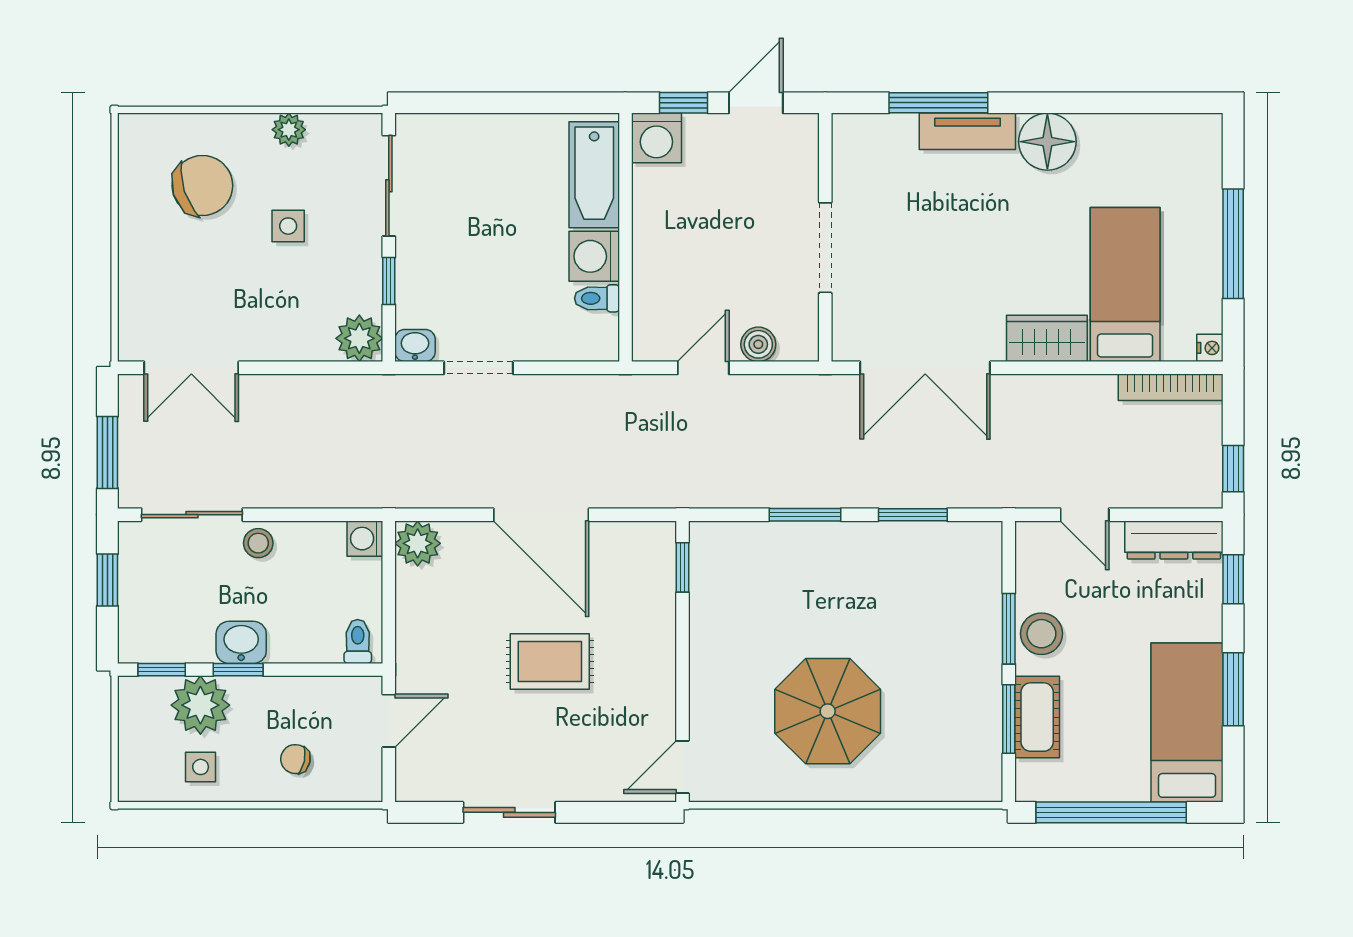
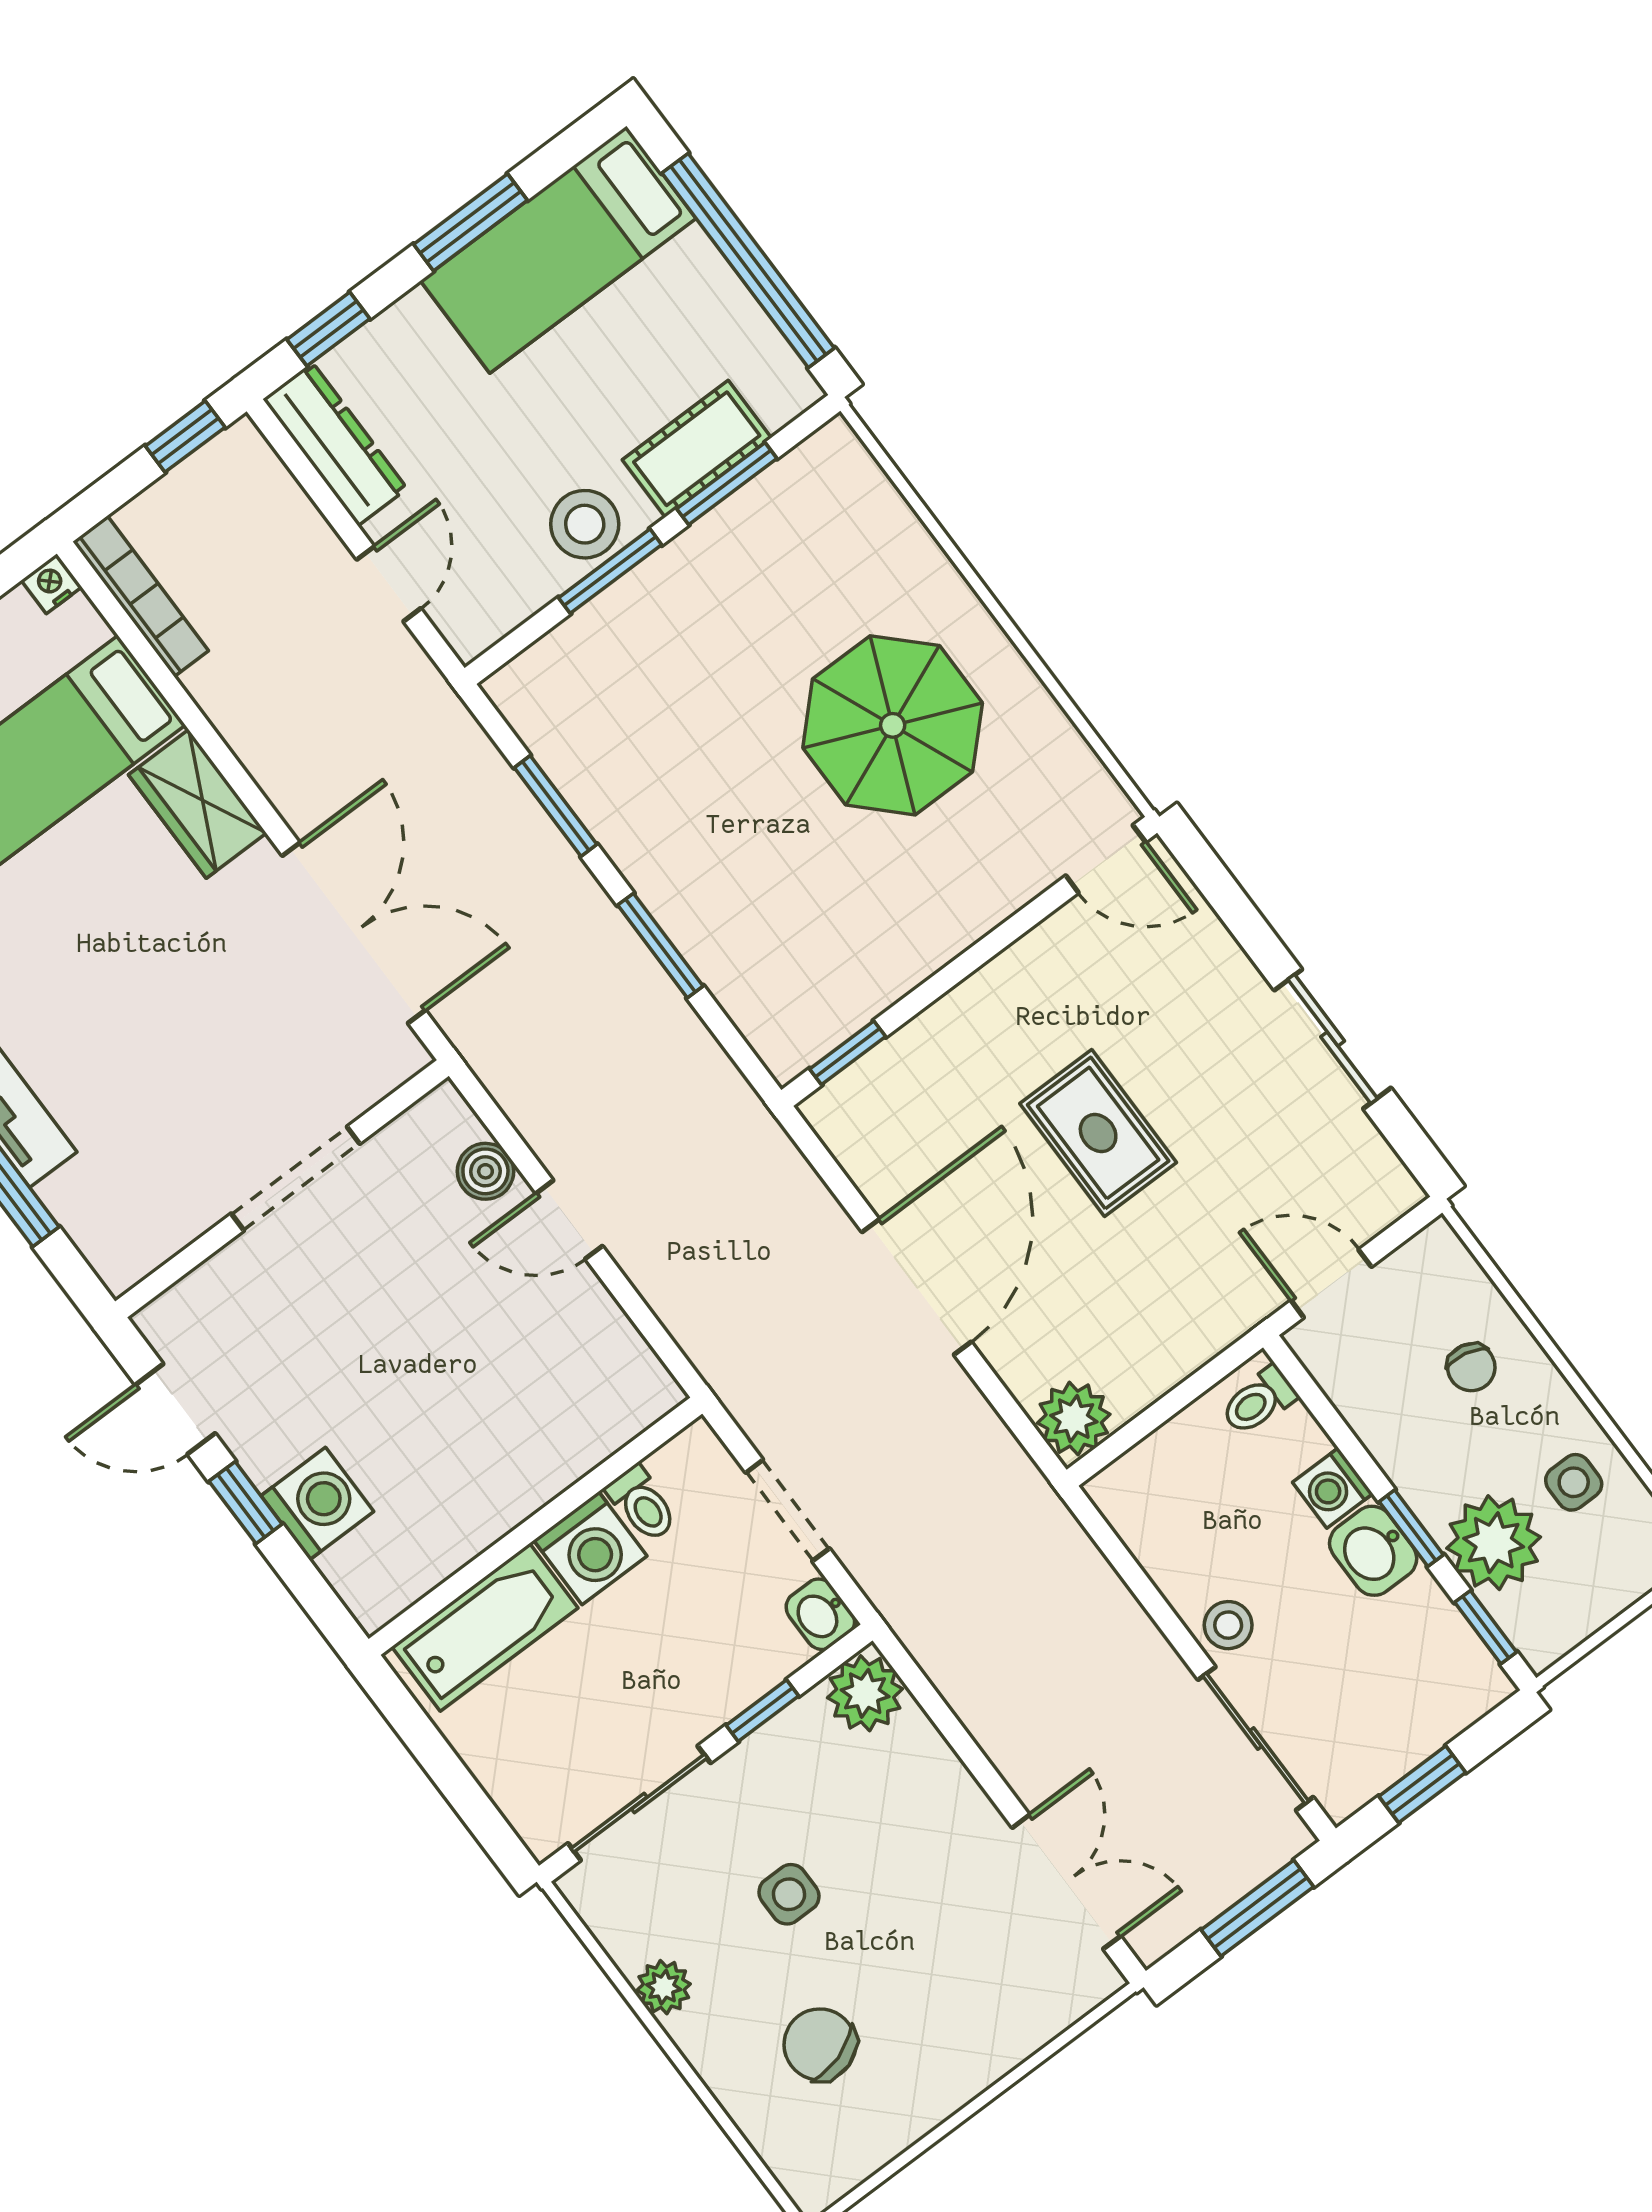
bathtub: (594, 175) -> (485, 1627), moved
chair: (202, 186) -> (820, 2045), width x0.73, depth x0.73
wall: (625, 237) -> (536, 1526), moved
washing machine: (594, 256) -> (590, 1548), moved
toilet: (597, 298) -> (642, 1504), moved
washing machine: (365, 539) -> (1333, 1488), moved, turned 90

